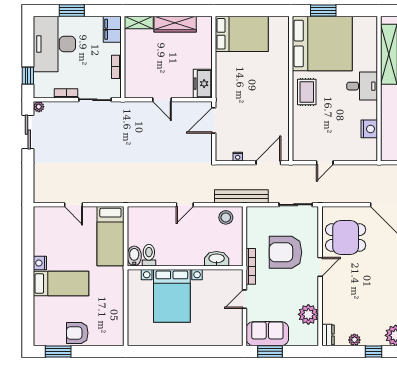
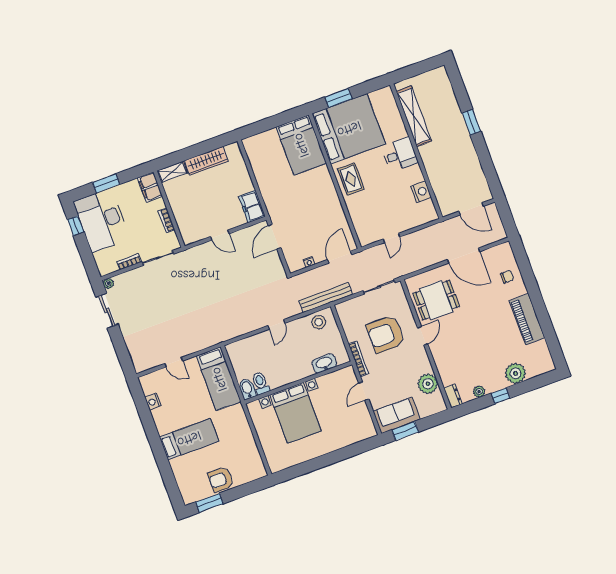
bed: (242, 34) -> (301, 145), moved, turned 90
window: (28, 76) -> (76, 226), moved
nightstand: (40, 263) -> (153, 402), moved

